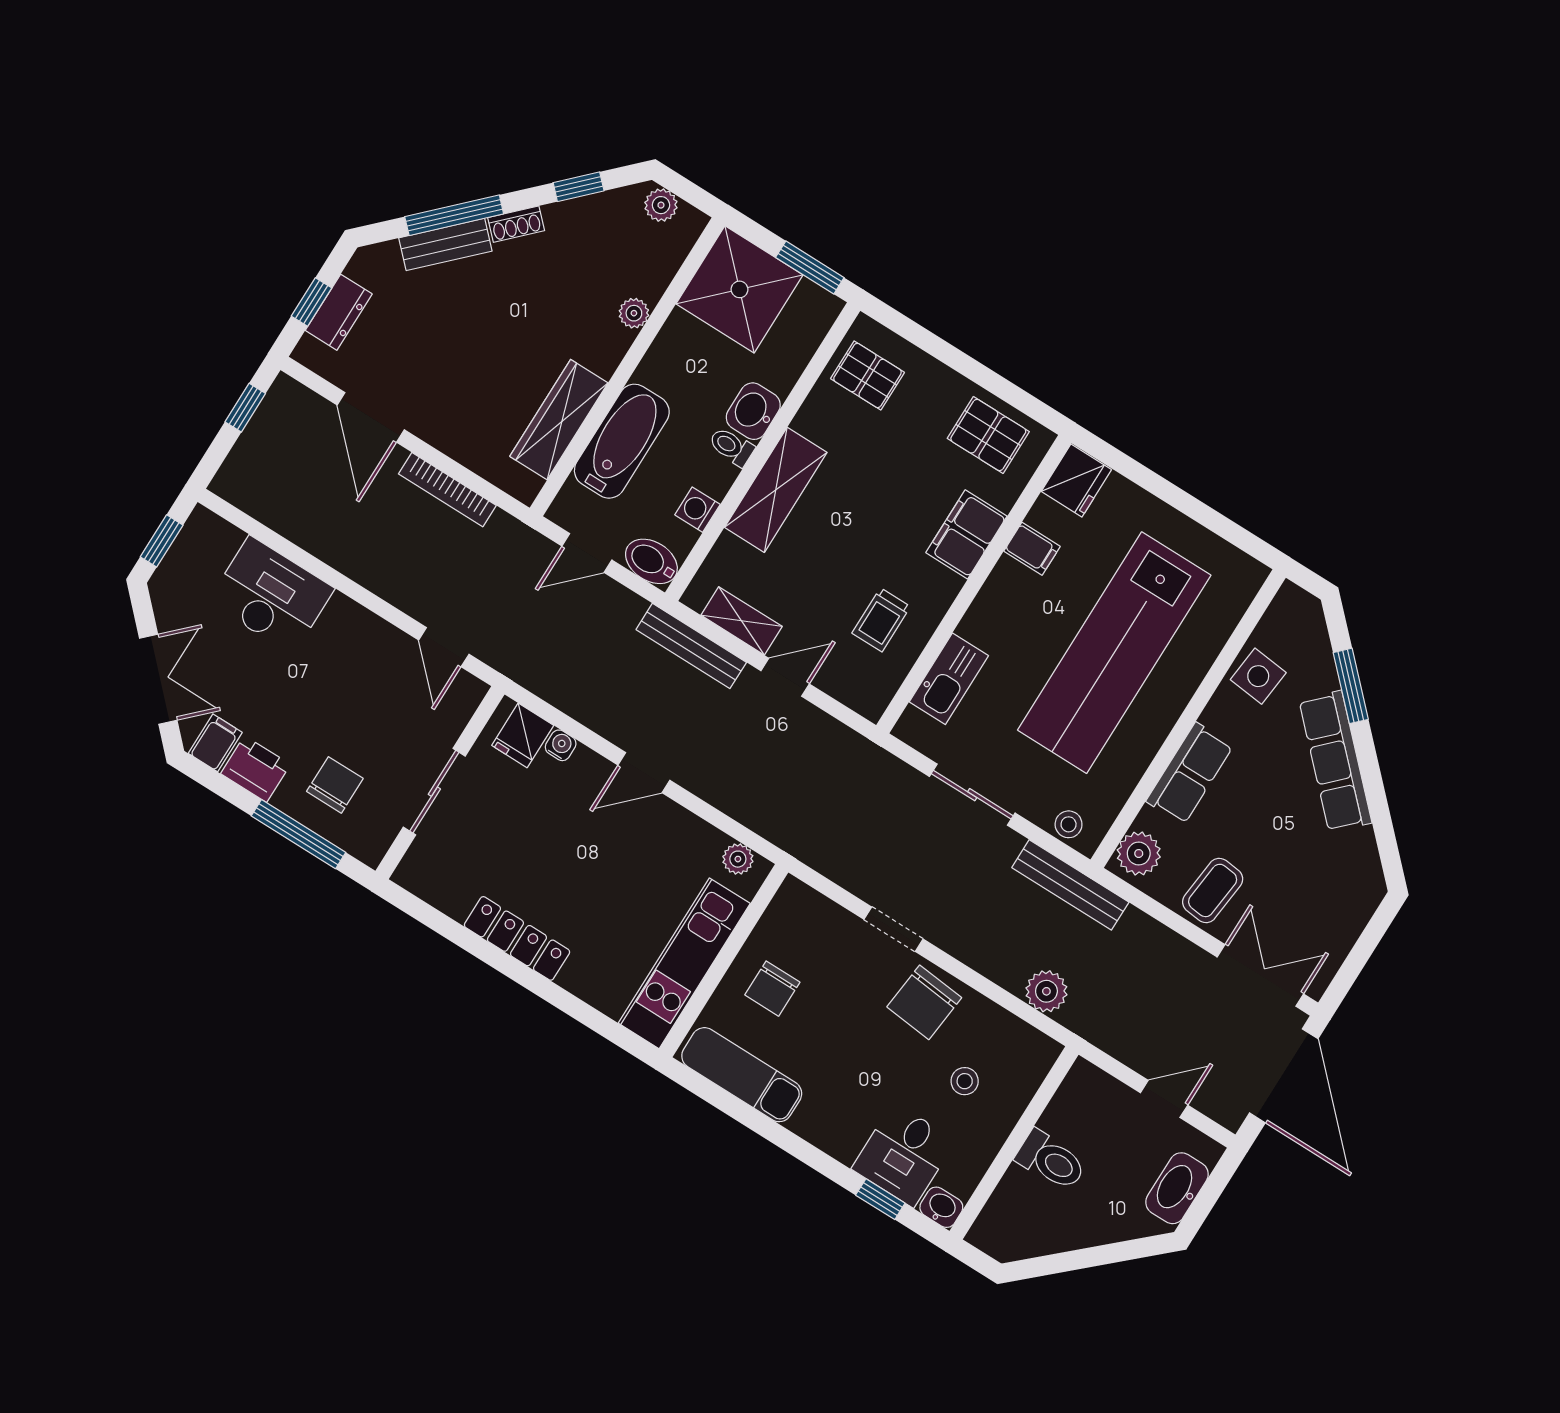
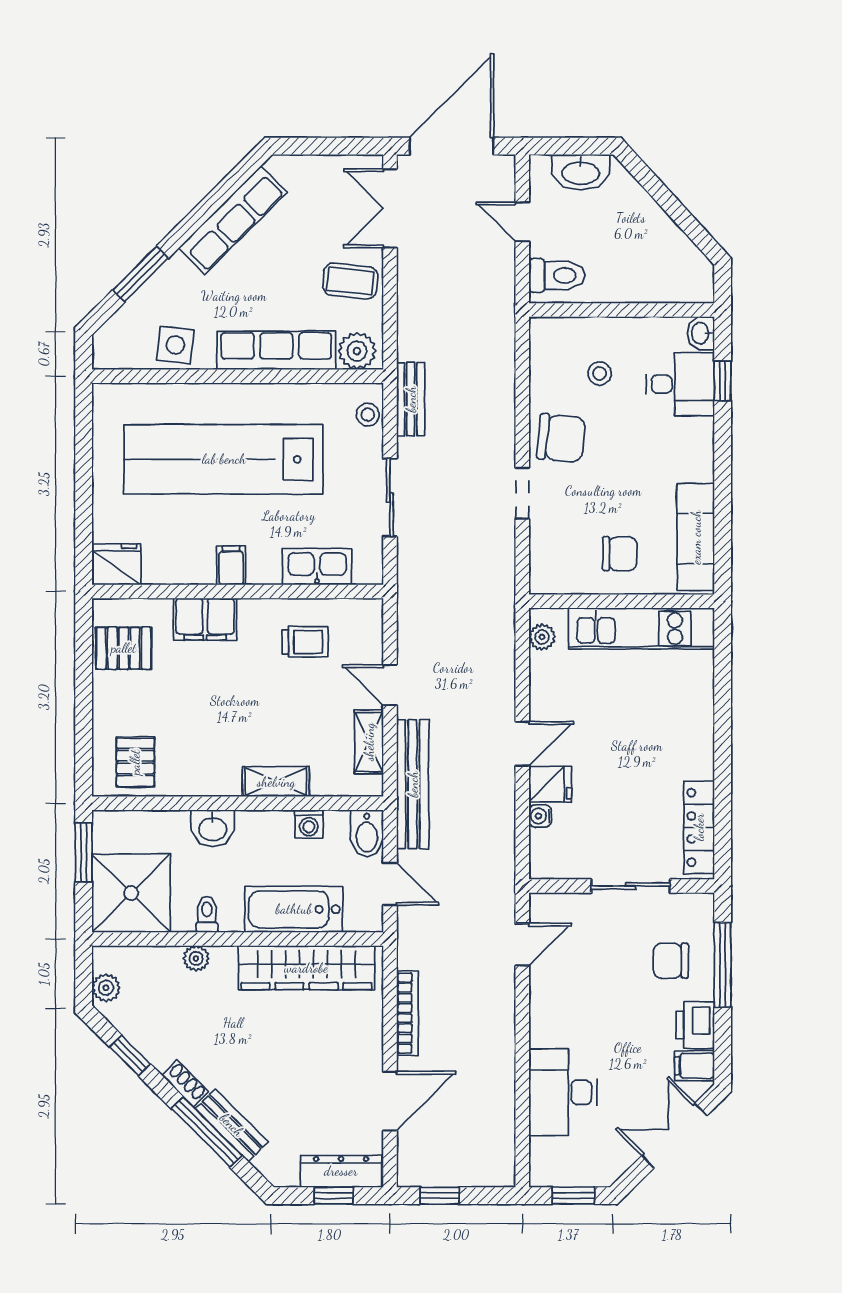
dresser: (339, 312) -> (341, 1171), width x1.44
wardrobe: (559, 420) -> (306, 968), width x1.40, depth x1.17
pallet: (988, 435) -> (124, 648), turned 90
toilet: (731, 447) -> (207, 914), moved, turned 180
shelving: (776, 490) -> (276, 782), width x0.67, depth x0.75
filing cabinet: (1032, 549) -> (231, 565), moved
bench: (691, 646) -> (413, 784), width x1.37, depth x1.21
lab bench: (1114, 653) -> (224, 459), turned 180
fridge: (523, 735) -> (550, 784), moved
row of seats: (1335, 761) -> (233, 220), moved
door: (644, 773) -> (522, 744), hinge flipped
row of seats: (1190, 773) -> (276, 350), width x1.48
bench: (1070, 885) -> (411, 399), width x0.73
locker: (517, 938) -> (699, 827), moved
plant: (1046, 991) -> (498, 355), removed
toilet: (1051, 1160) -> (557, 276), moved, turned 90

